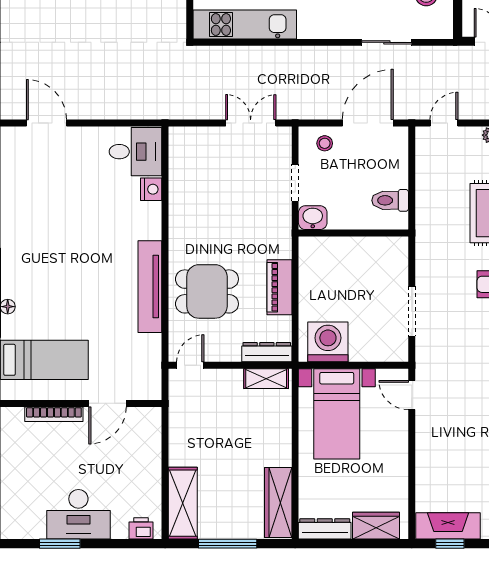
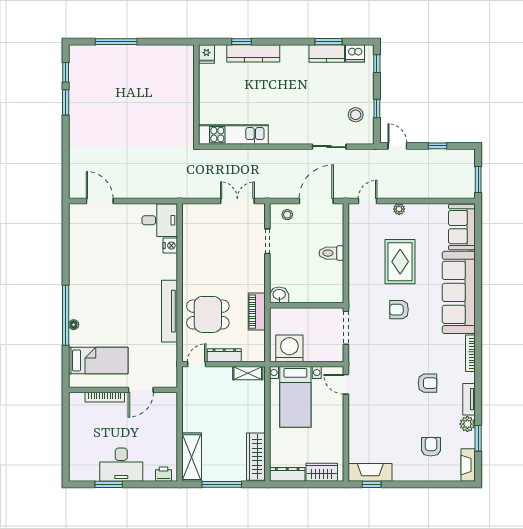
washbasin: (313, 218) -> (279, 295), moved
wall: (353, 233) -> (307, 305), moved
dresser: (267, 352) -> (224, 355), moved

